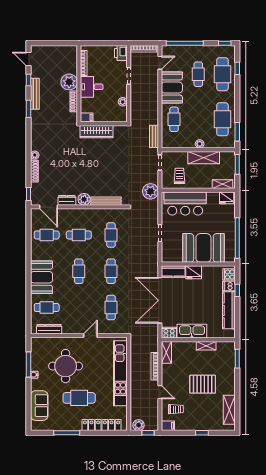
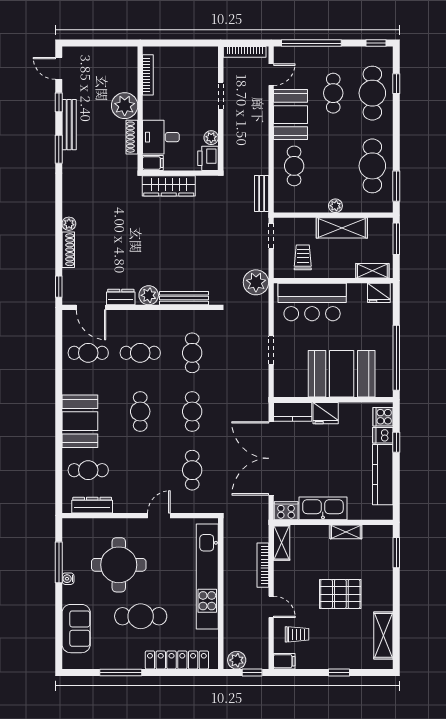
printer: (121, 53) -> (208, 158), moved
desk: (92, 87) -> (161, 137), moved

